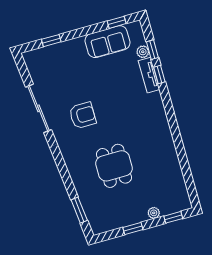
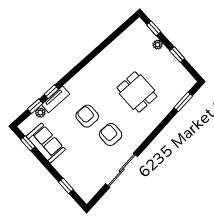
armchair: (114, 100) -> (87, 116), added
dining table: (114, 166) -> (137, 92), turned 90

